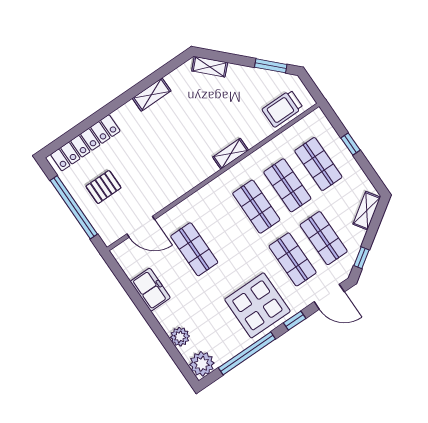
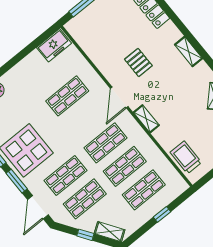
pallet: (103, 187) -> (138, 62), moved
door: (141, 227) -> (119, 97), moved
window: (361, 258) -> (85, 235), moved
freezer: (150, 290) -> (54, 45), moved
window: (295, 321) -> (17, 181), width x1.50

